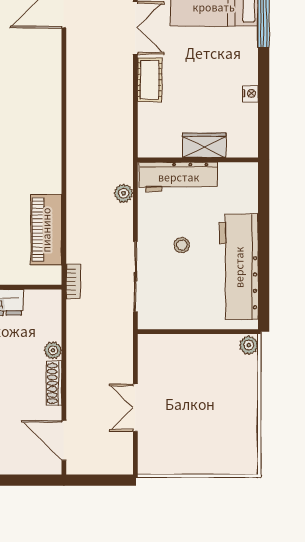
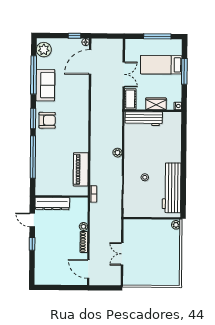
wardrobe: (204, 145) -> (156, 104), moved
wall: (198, 160) -> (153, 111), moved
workbench: (179, 177) -> (144, 119), moved

